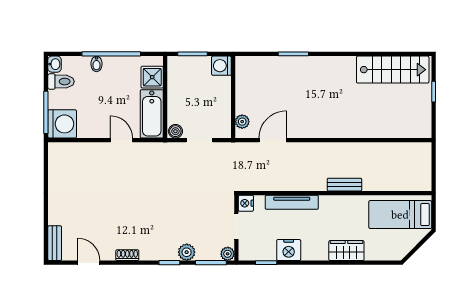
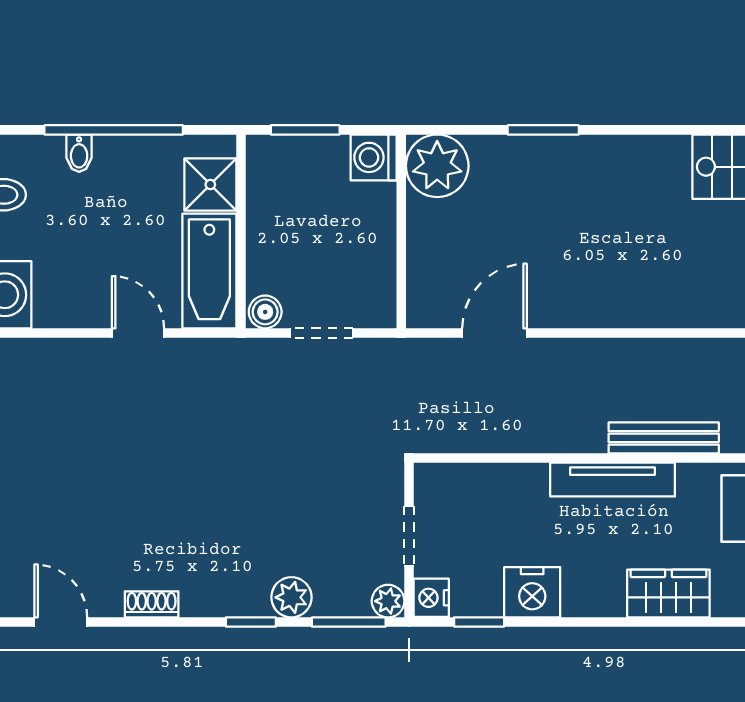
plant: (242, 122) -> (437, 166), moved, width x1.88, depth x1.88
bench: (344, 185) -> (664, 438), width x1.36
tv unit: (292, 202) -> (613, 480), moved
nightstand: (246, 203) -> (431, 598), moved

